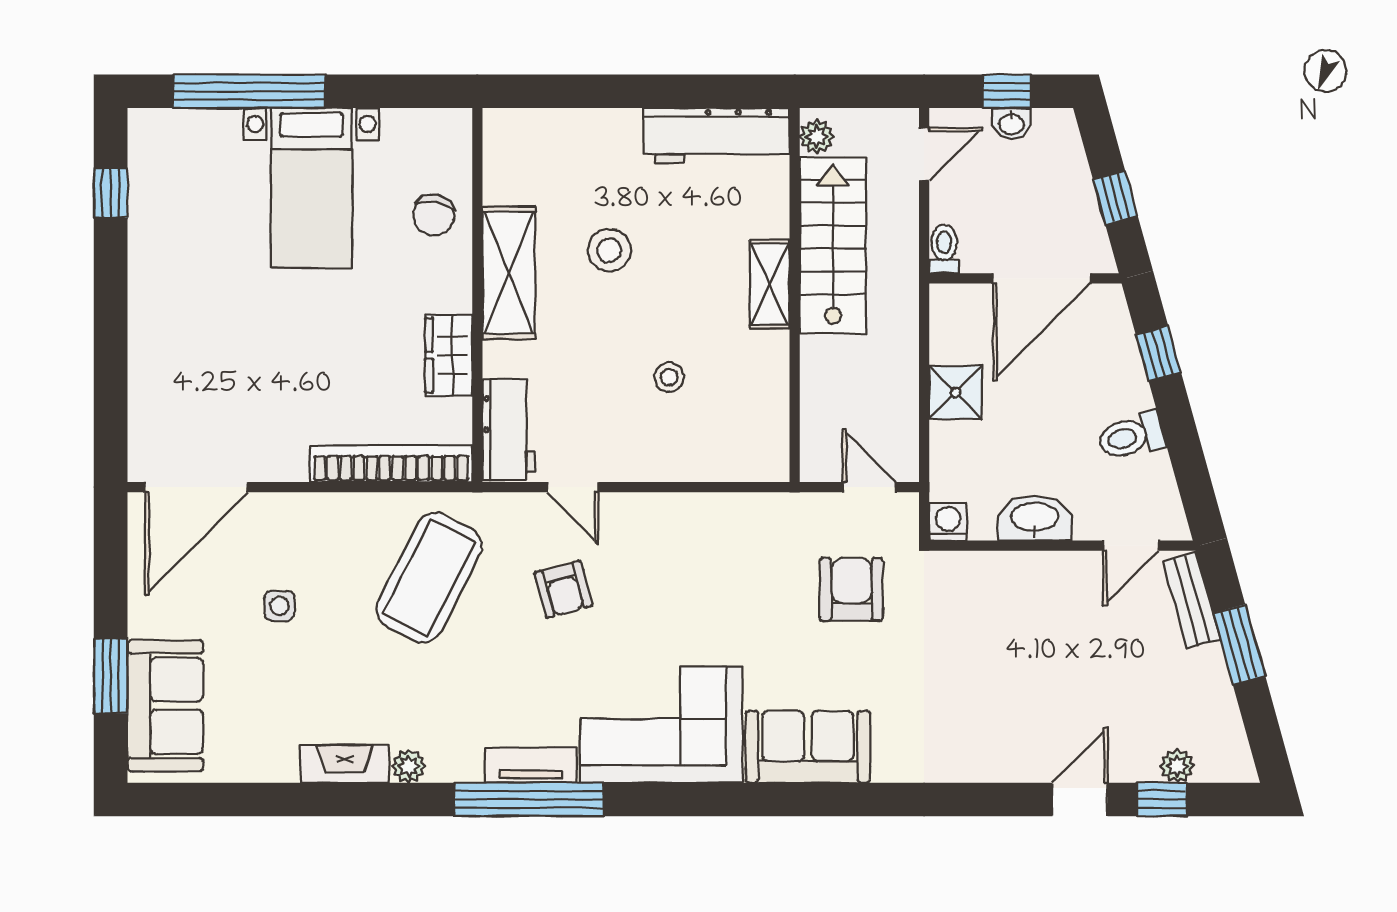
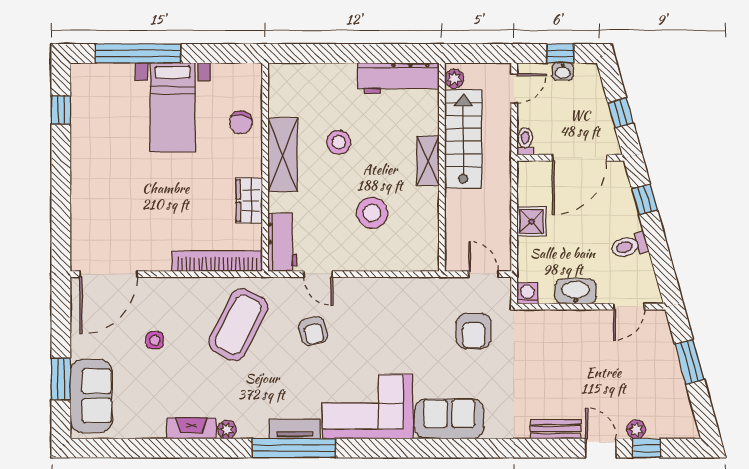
stool: (669, 377) -> (372, 213), width x1.89, depth x1.89
armchair: (852, 589) -> (474, 331), turned 180
bench: (1191, 600) -> (556, 429), moved, turned -75
plant: (1177, 766) -> (636, 429), moved
door: (1080, 799) -> (601, 448), hinge flipped

